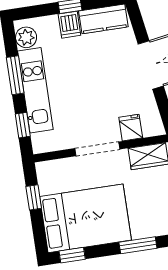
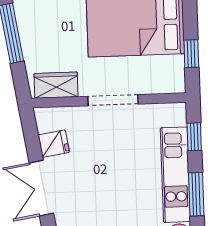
fridge: (131, 128) -> (54, 144), moved, turned -99

